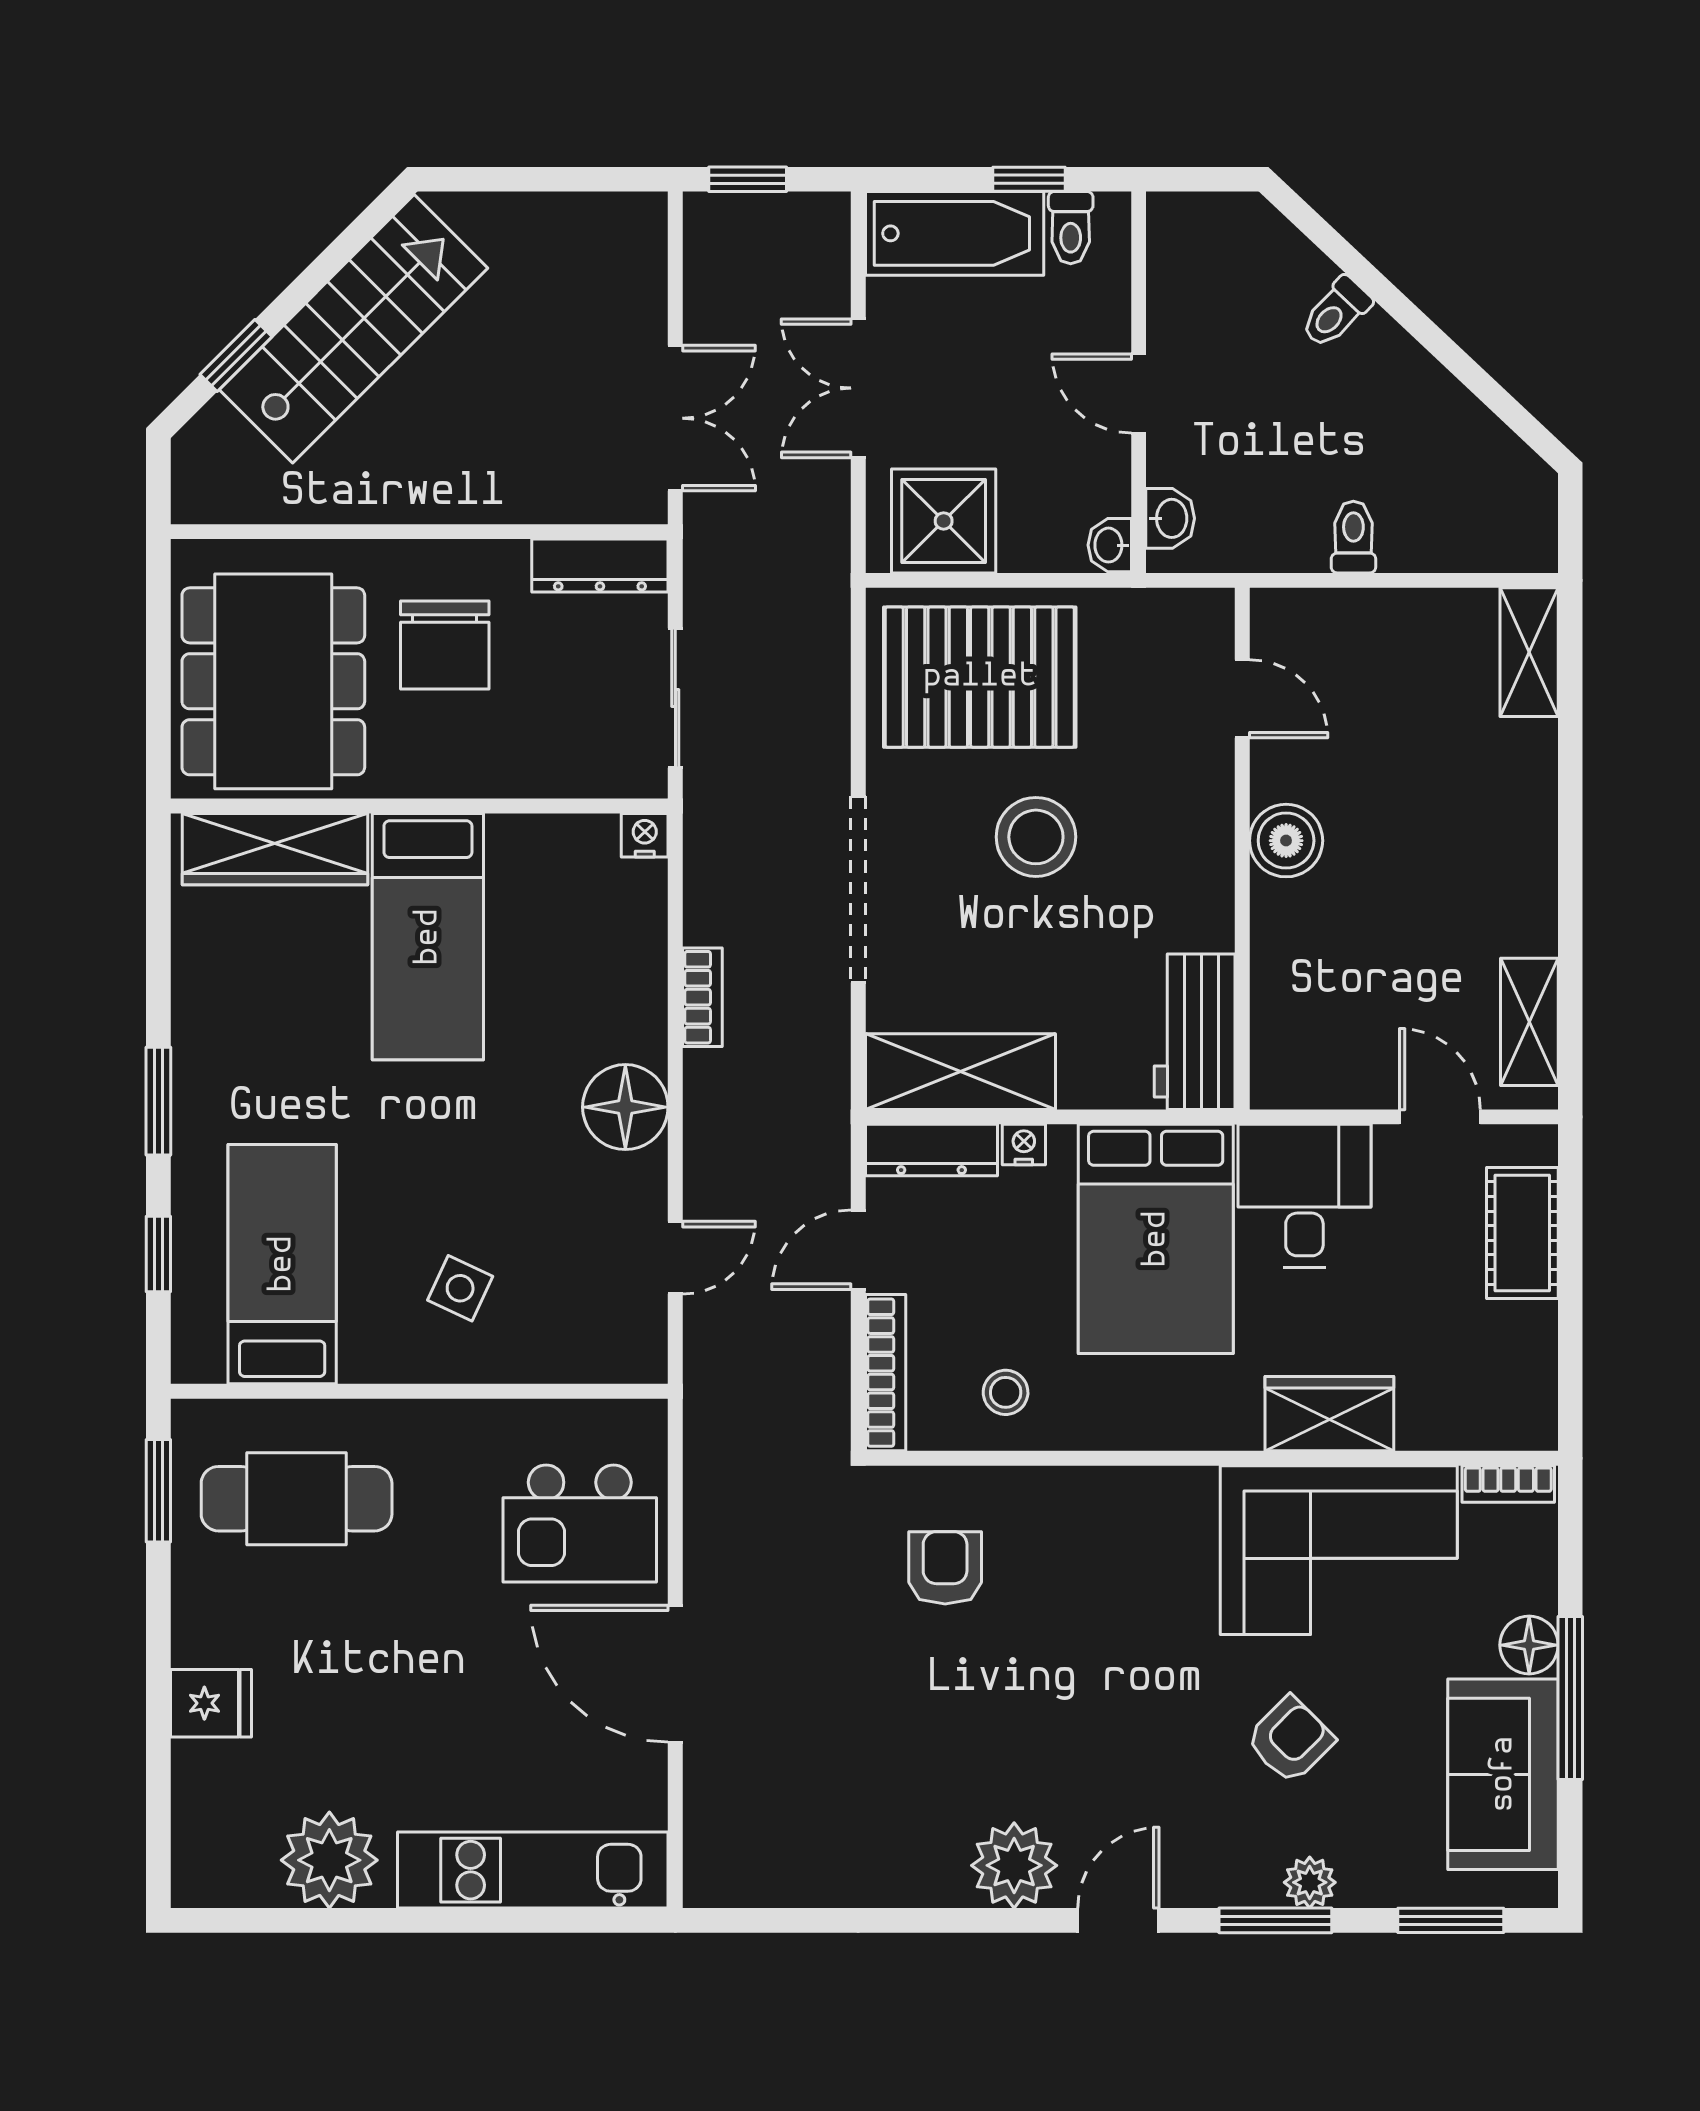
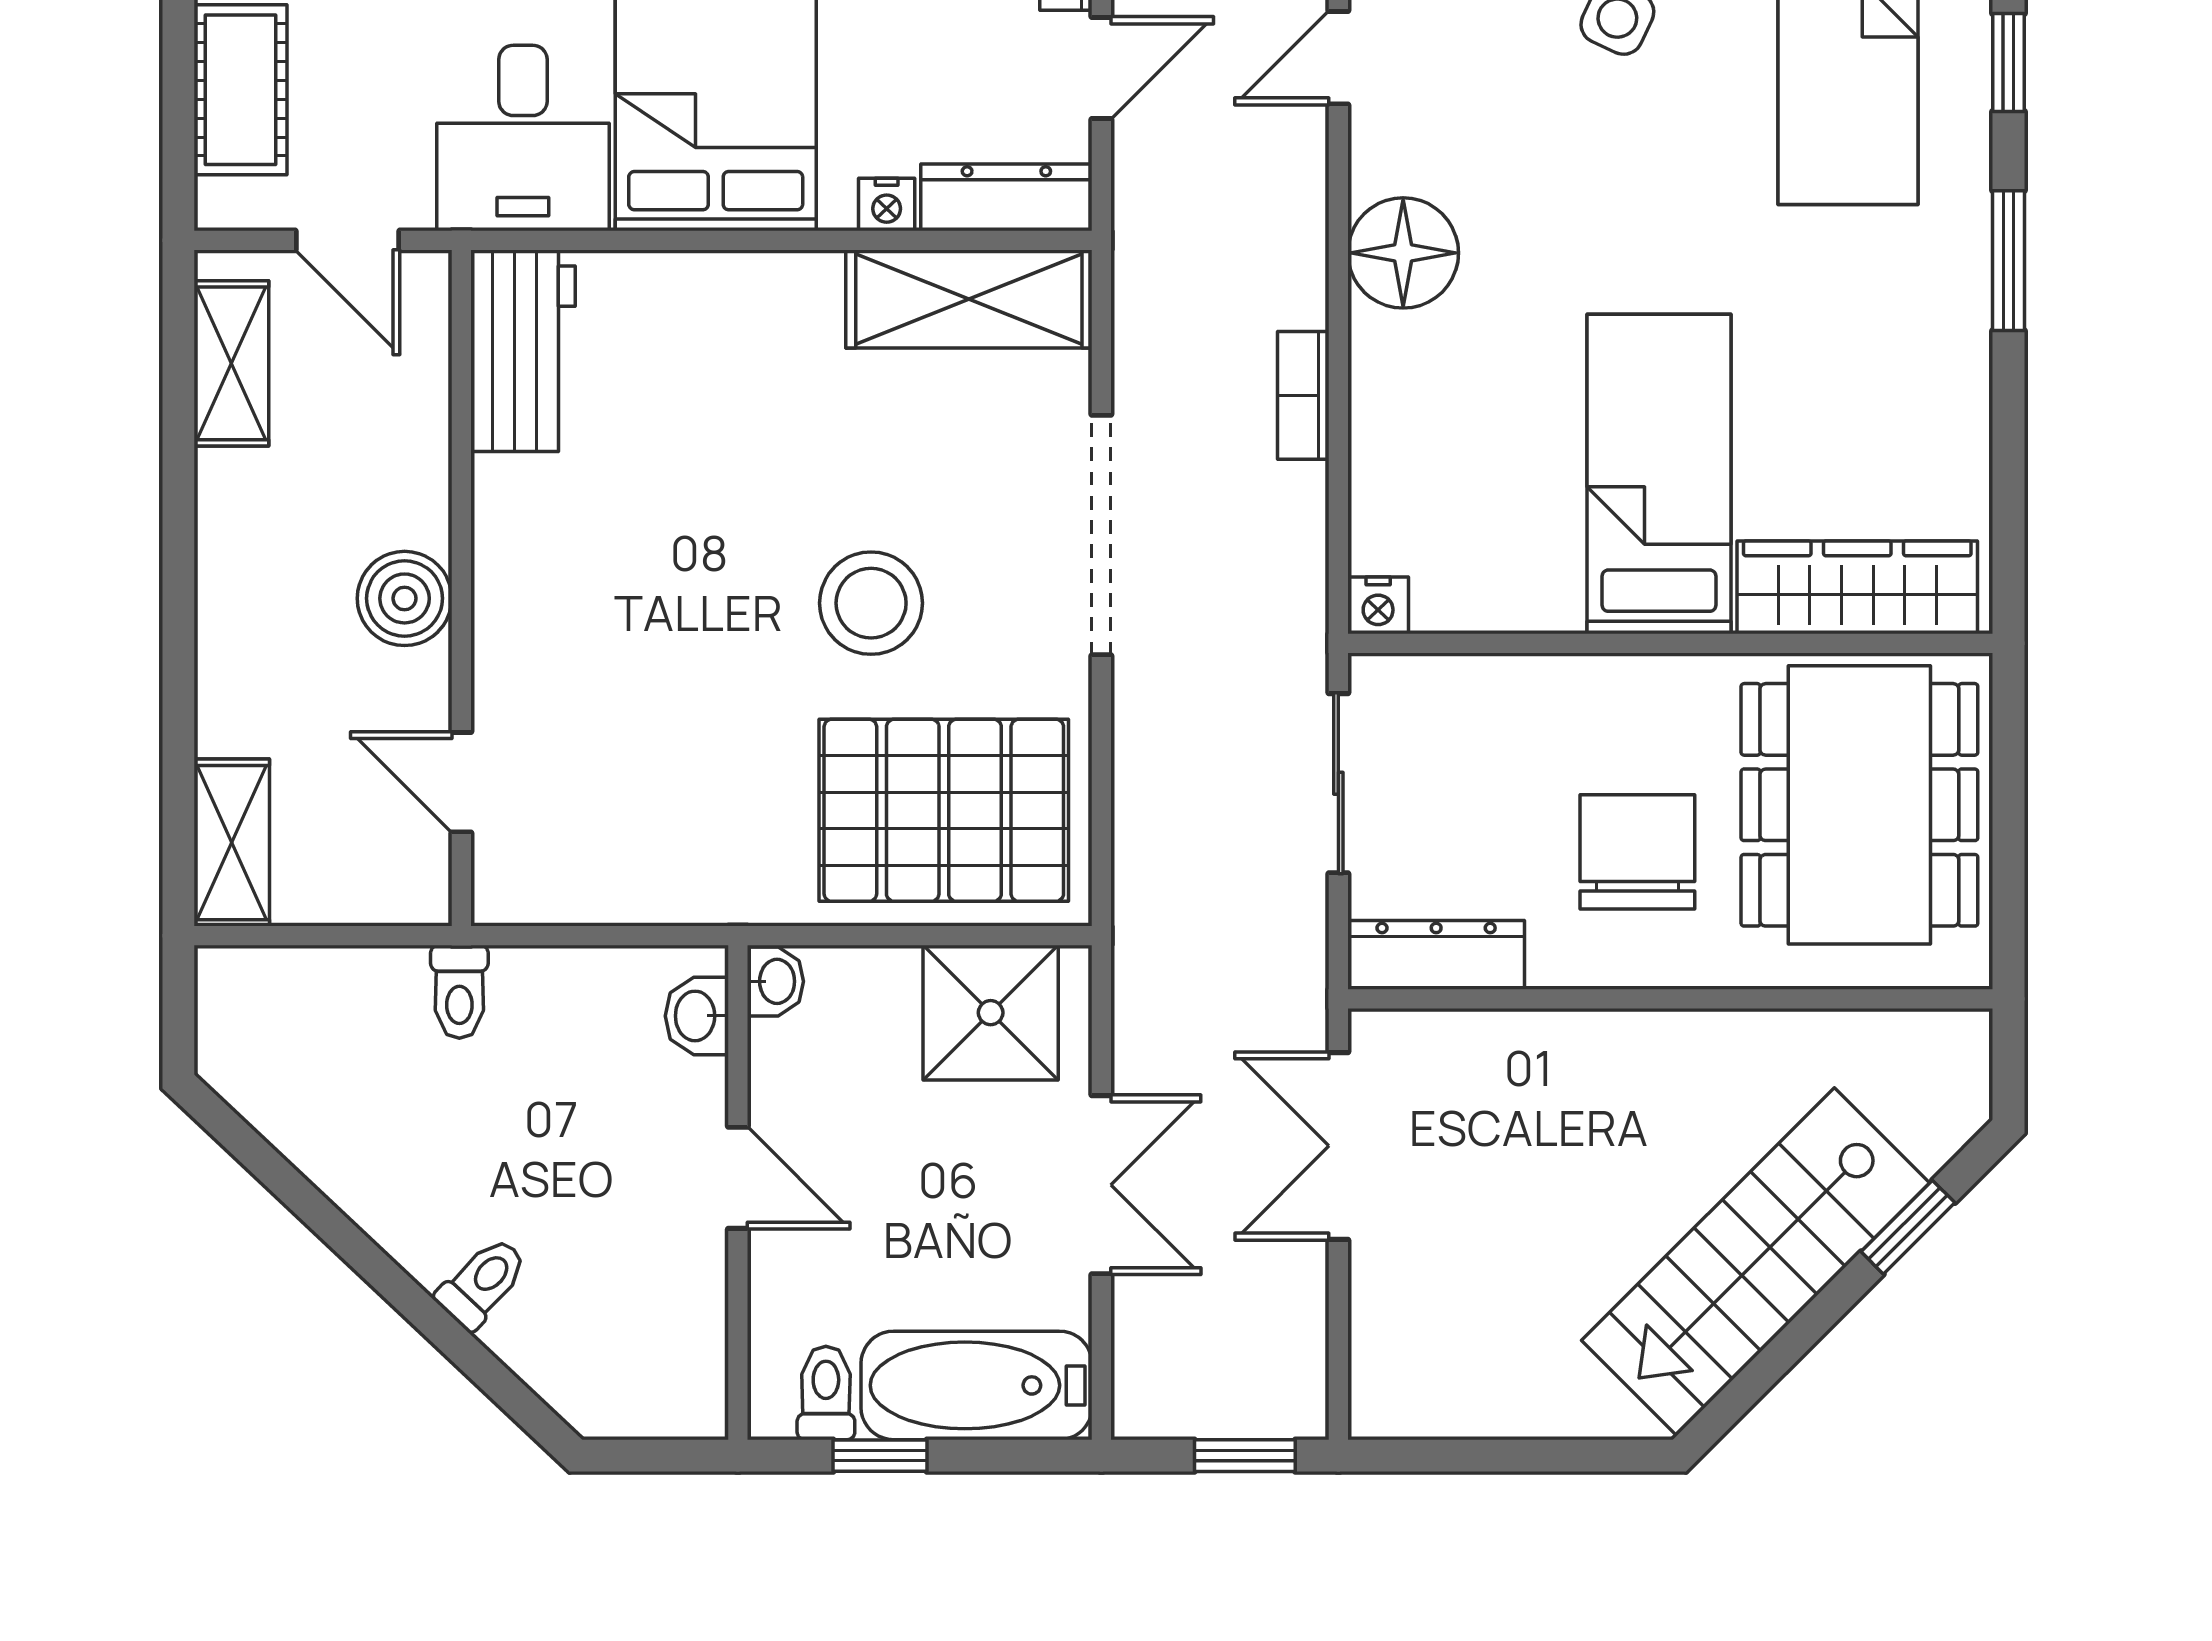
door: (1242, 699) -> (461, 782), moved
boiler: (1286, 841) -> (405, 598), moved
wall: (1242, 849) -> (461, 588), moved
workbench: (1195, 1032) -> (523, 351), moved

